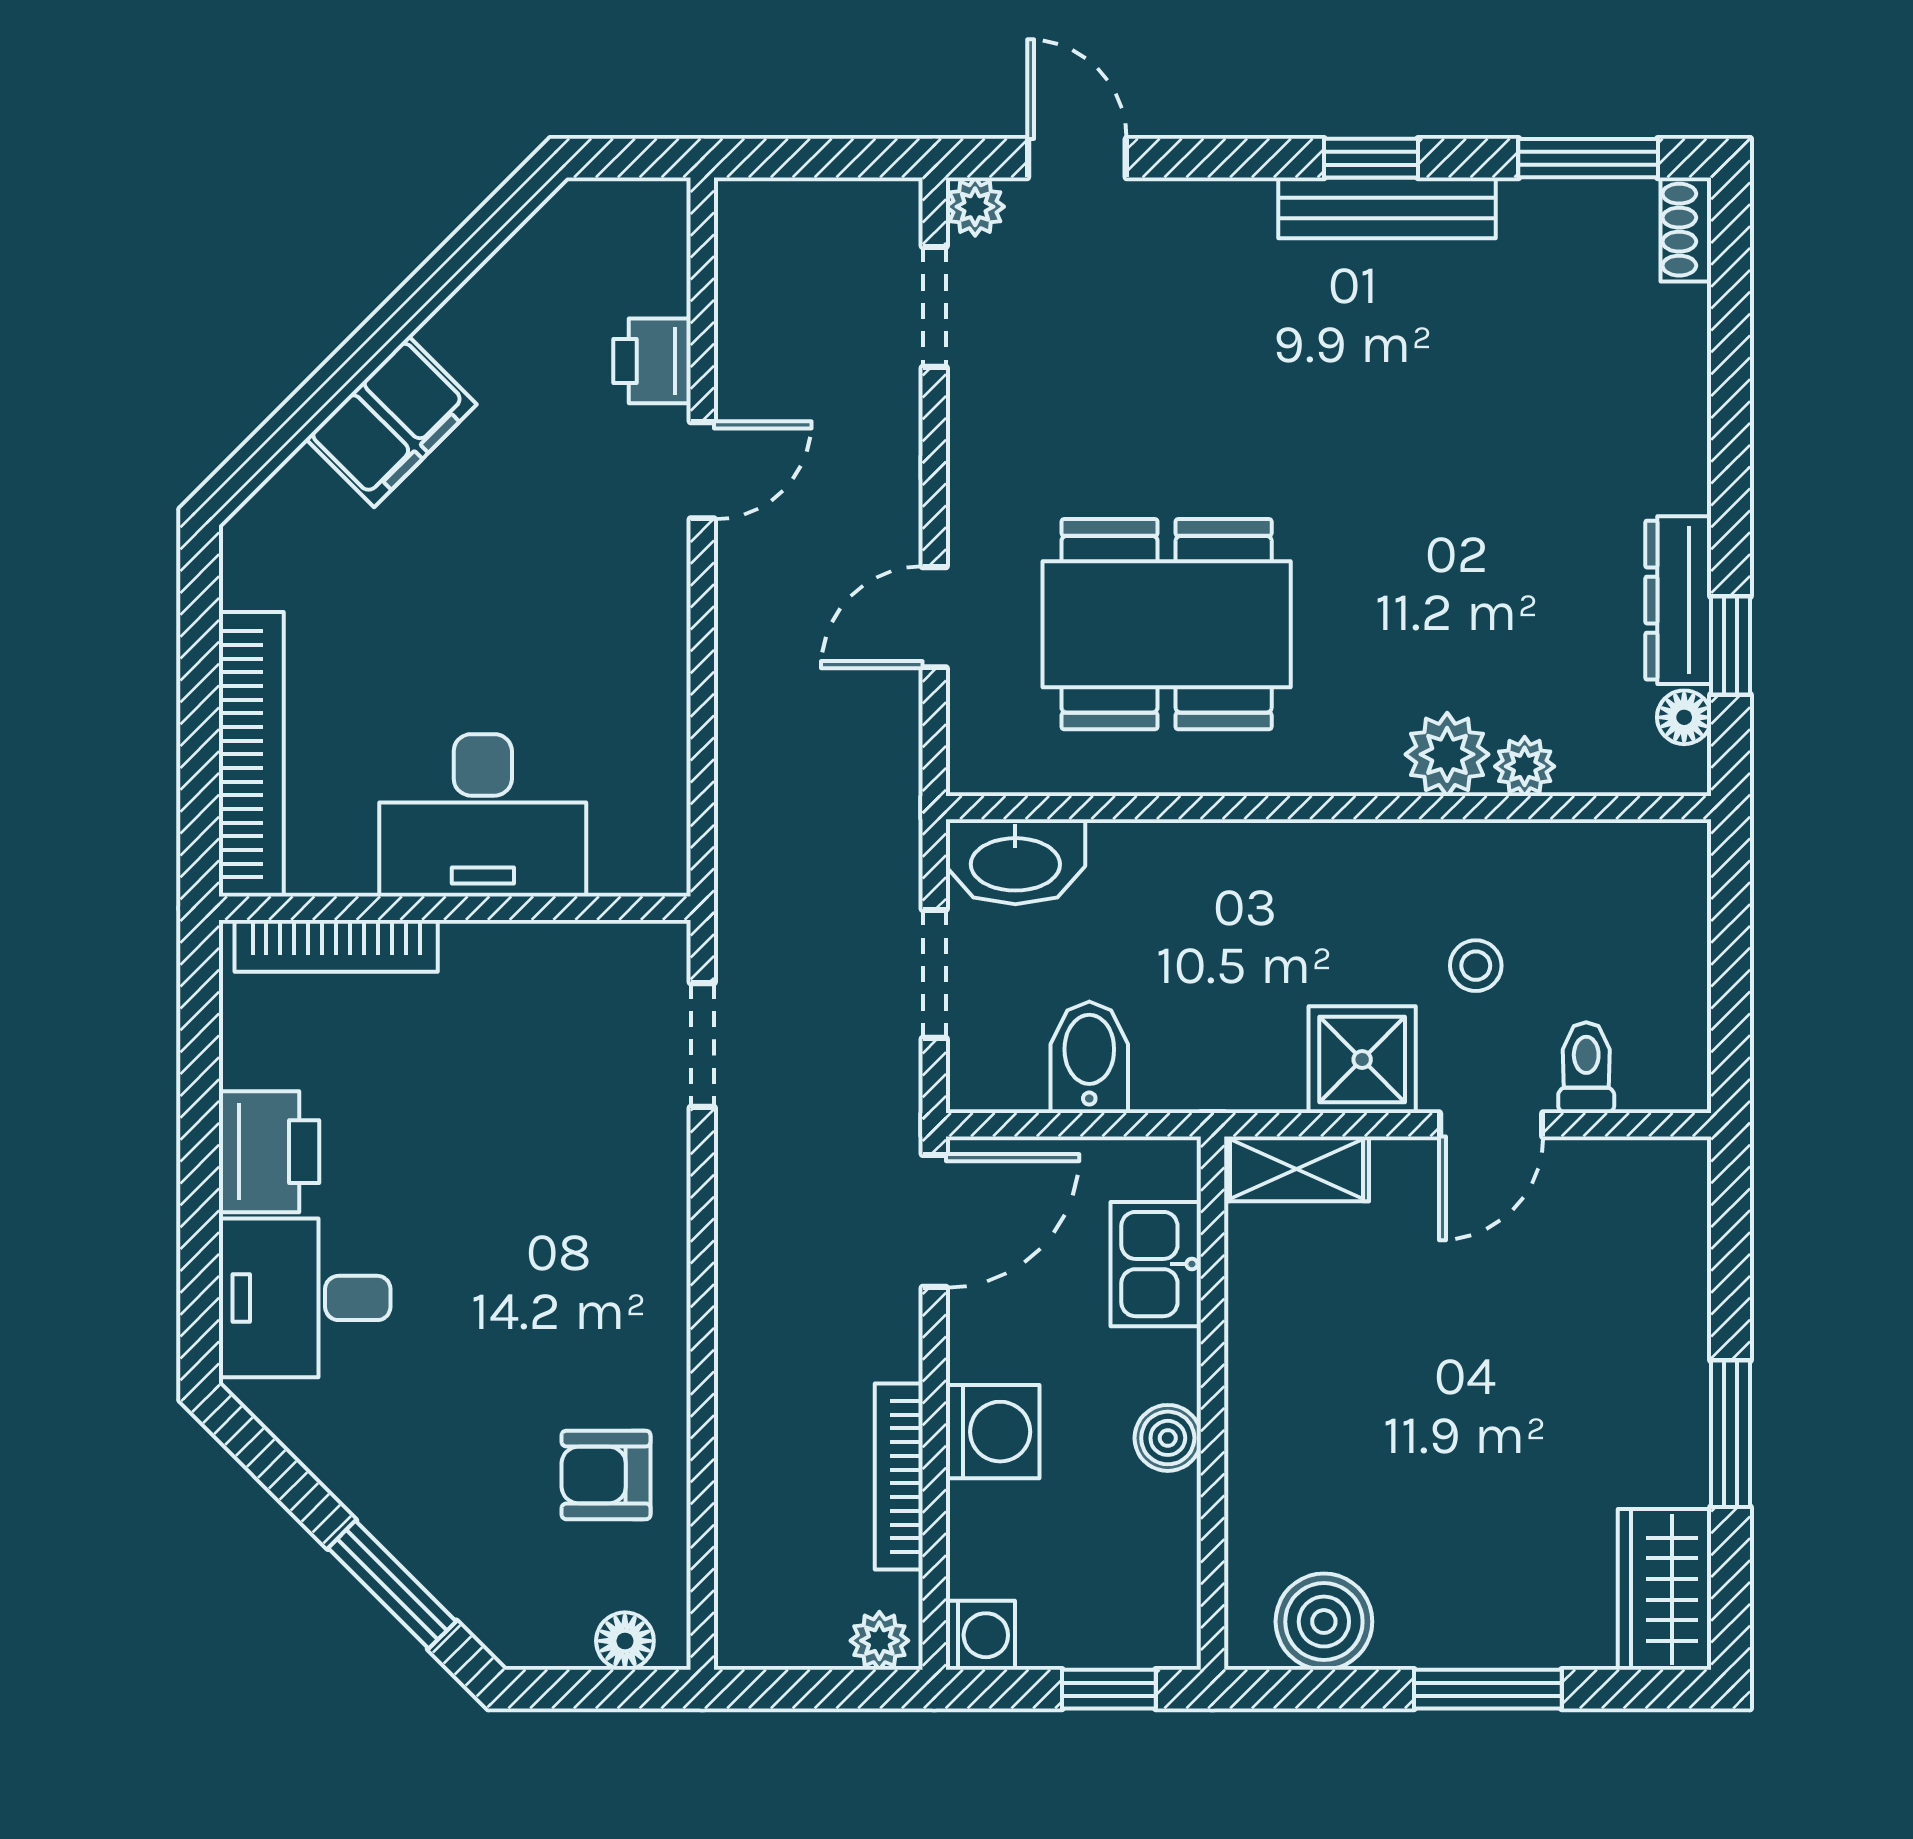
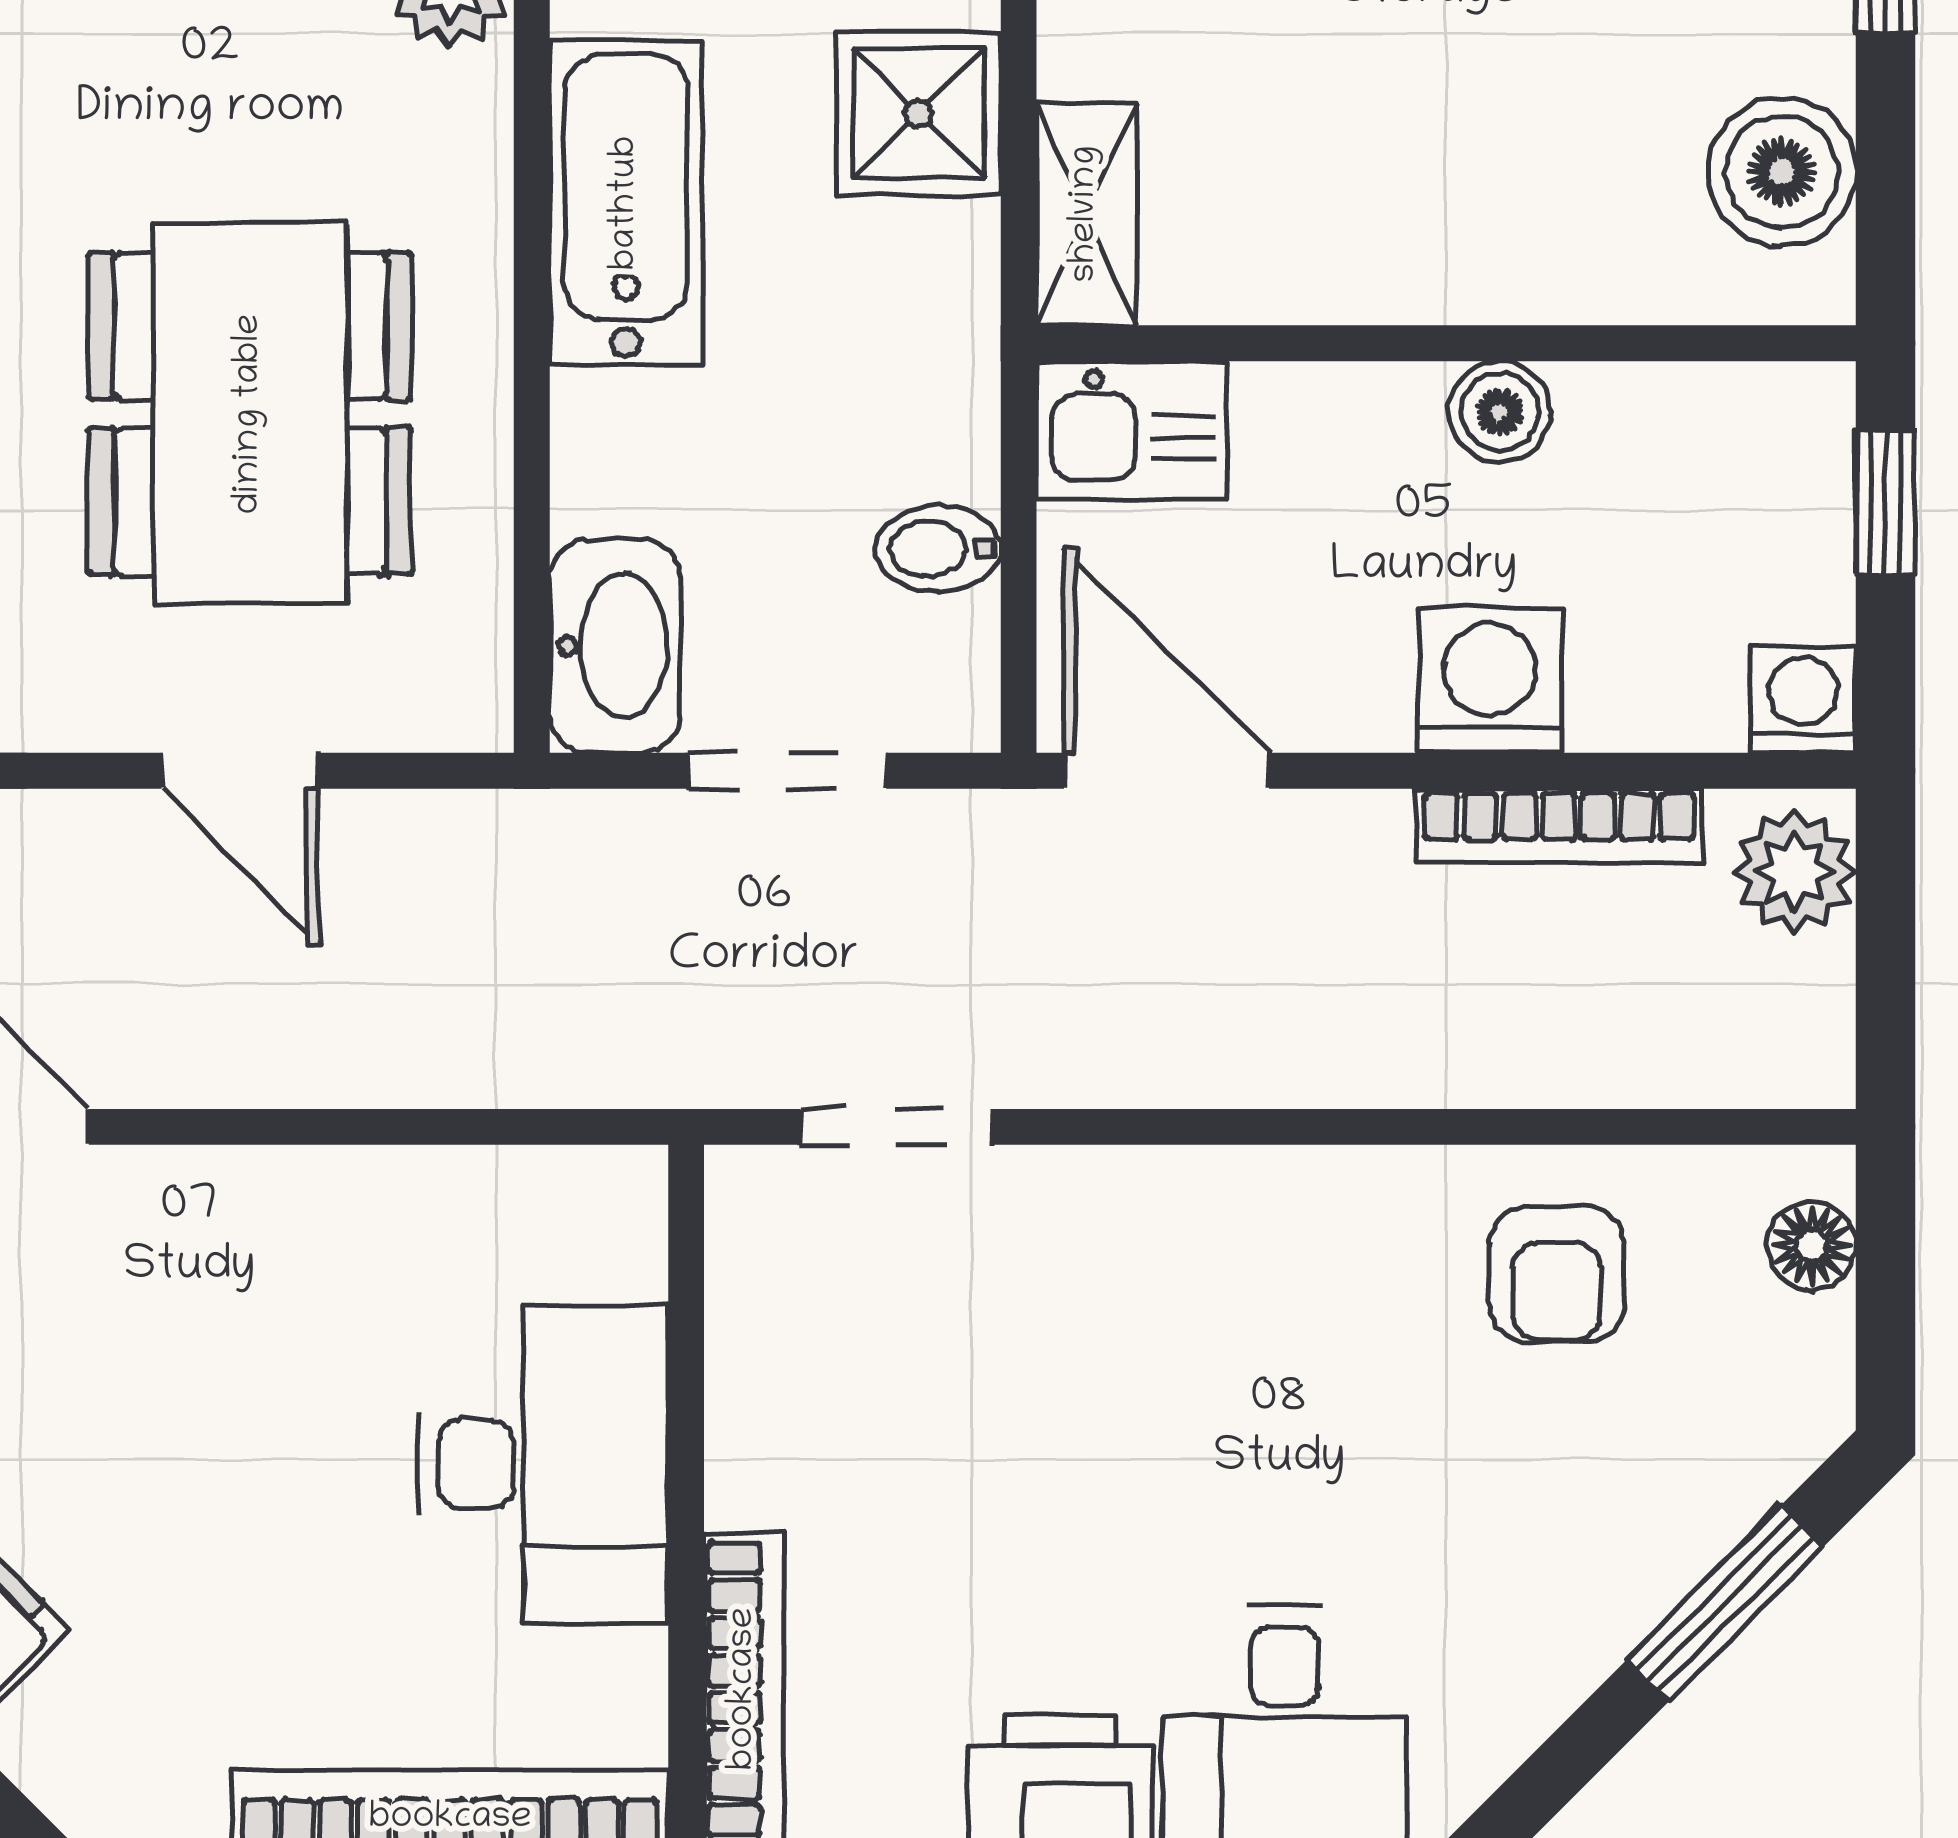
bathtub: (1304, 869) -> (626, 203), added
bidet: (1089, 1057) -> (938, 549), width x0.72, depth x0.74
kitchen sink: (1156, 1264) -> (1132, 430), moved
plant: (879, 1641) -> (1794, 872), width x1.38, depth x1.38

